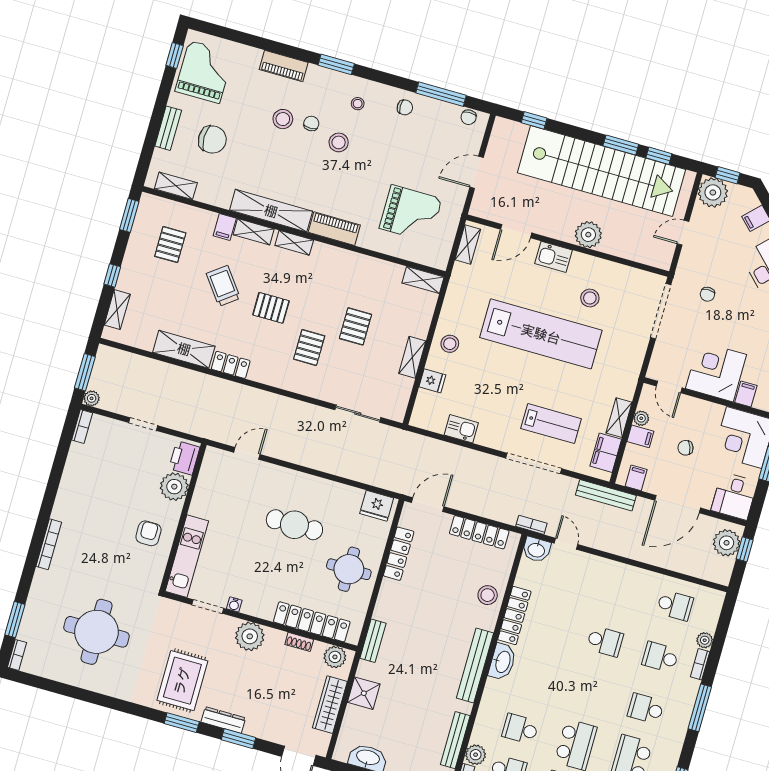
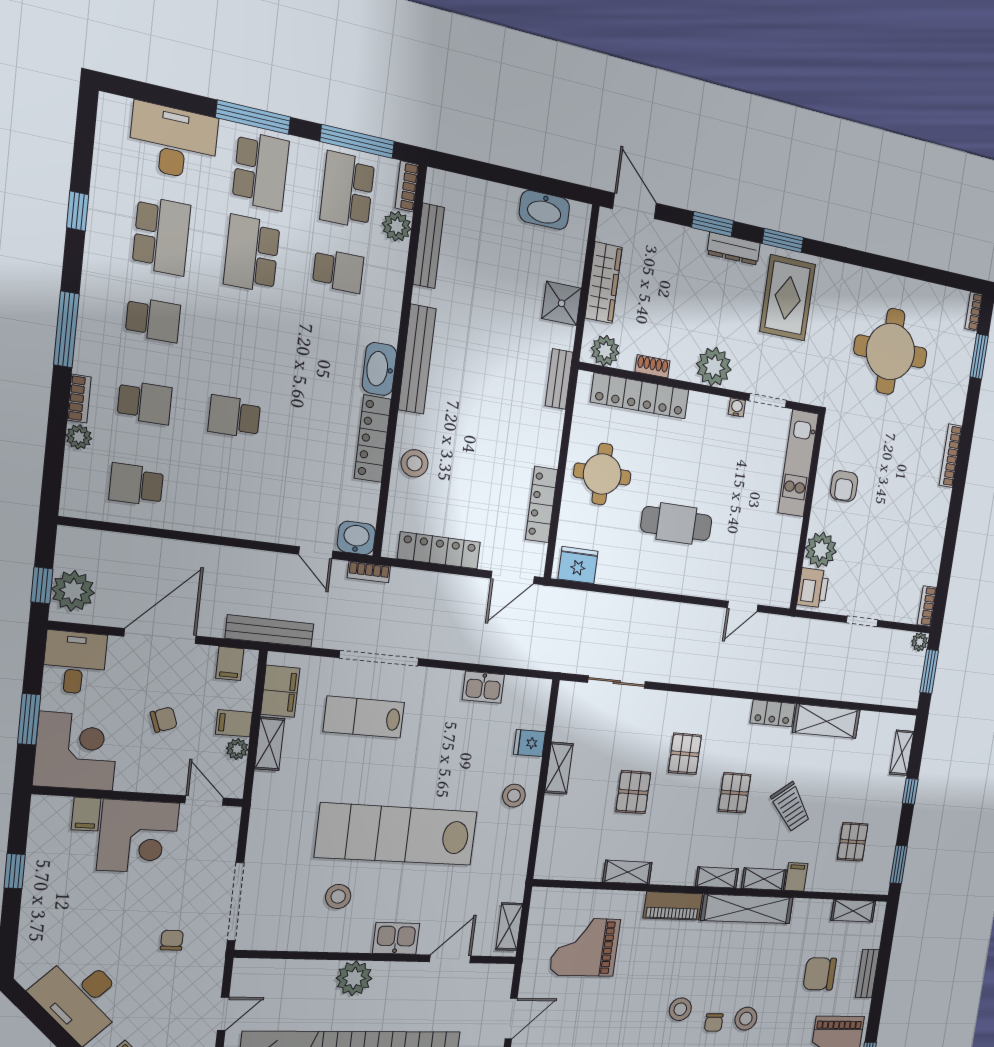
shelving: (423, 280) -> (628, 872), moved
pallet: (271, 308) -> (735, 793), turned 90

